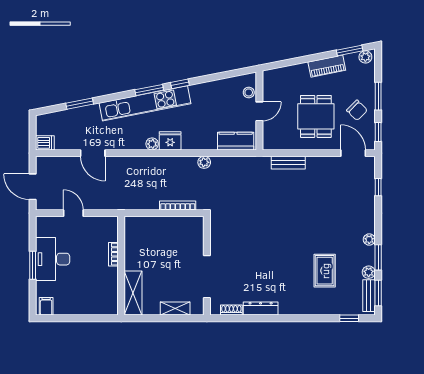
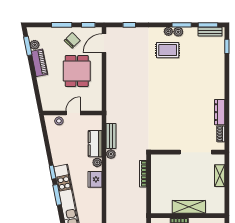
plant: (365, 57) -> (35, 45), moved
door: (259, 111) -> (73, 113), hinge flipped
dining table: (316, 116) -> (77, 71), turned 90
kitchen counter: (236, 141) -> (95, 144), moved
plant: (152, 144) -> (97, 162), moved
bench: (288, 163) -> (111, 136), moved
rug: (325, 271) -> (168, 50), moved
plant: (369, 272) -> (178, 32), moved
shelving: (133, 293) -> (189, 207), moved

